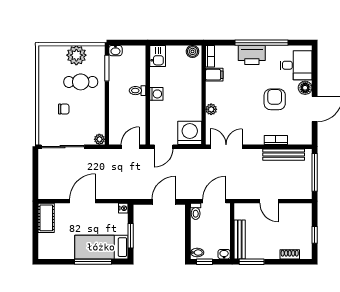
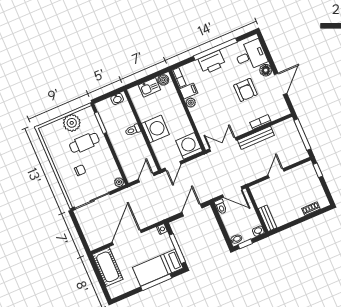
washbasin: (115, 51) -> (117, 99), moved
kitchen sink: (158, 56) -> (149, 87), moved, turned 90
washing machine: (156, 94) -> (155, 129), width x1.89, depth x1.89
armchair: (275, 99) -> (245, 90), turned 180
plant: (211, 109) -> (191, 103), moved
bench: (284, 155) -> (256, 138), moved
door: (83, 201) -> (127, 237), width x1.36
door: (214, 201) -> (232, 192), swing flipped
door: (269, 201) -> (276, 173), swing flipped
cot: (46, 218) -> (108, 267), width x1.37, depth x1.34
window: (315, 235) -> (318, 170), moved
window: (131, 236) -> (177, 249), width x1.44
bench: (240, 240) -> (268, 218), width x0.73
window: (252, 262) -> (283, 228), removed

